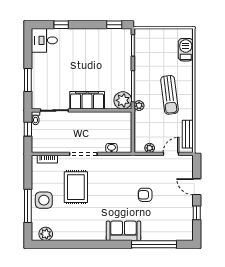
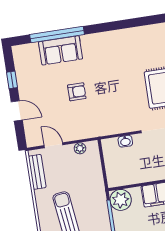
plant: (139, 106) -> (100, 197), removed
door: (171, 154) -> (53, 145), swing flipped
sofa: (123, 231) -> (61, 50), moved

